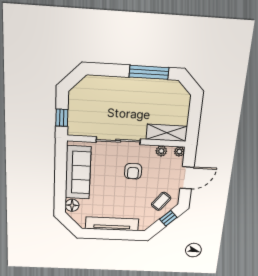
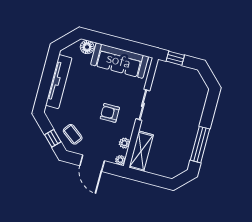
sliding door: (118, 141) -> (143, 105), width x0.73

